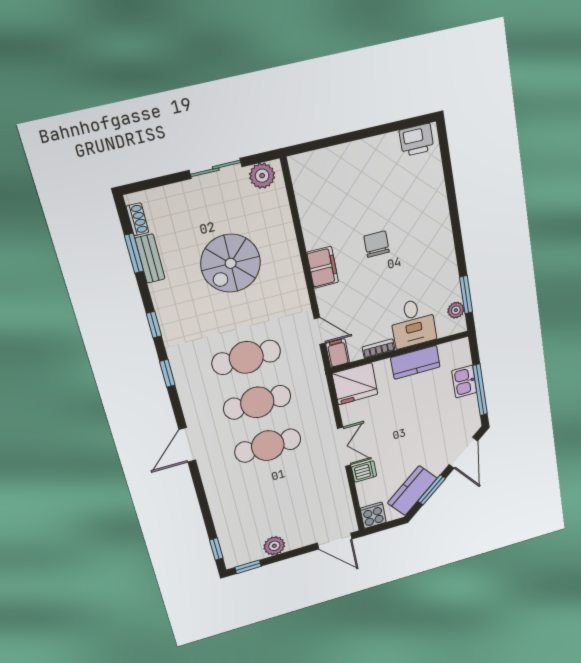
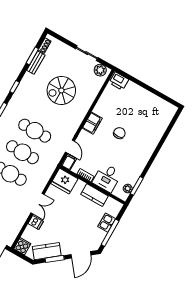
printer: (417, 140) -> (119, 81), moved

